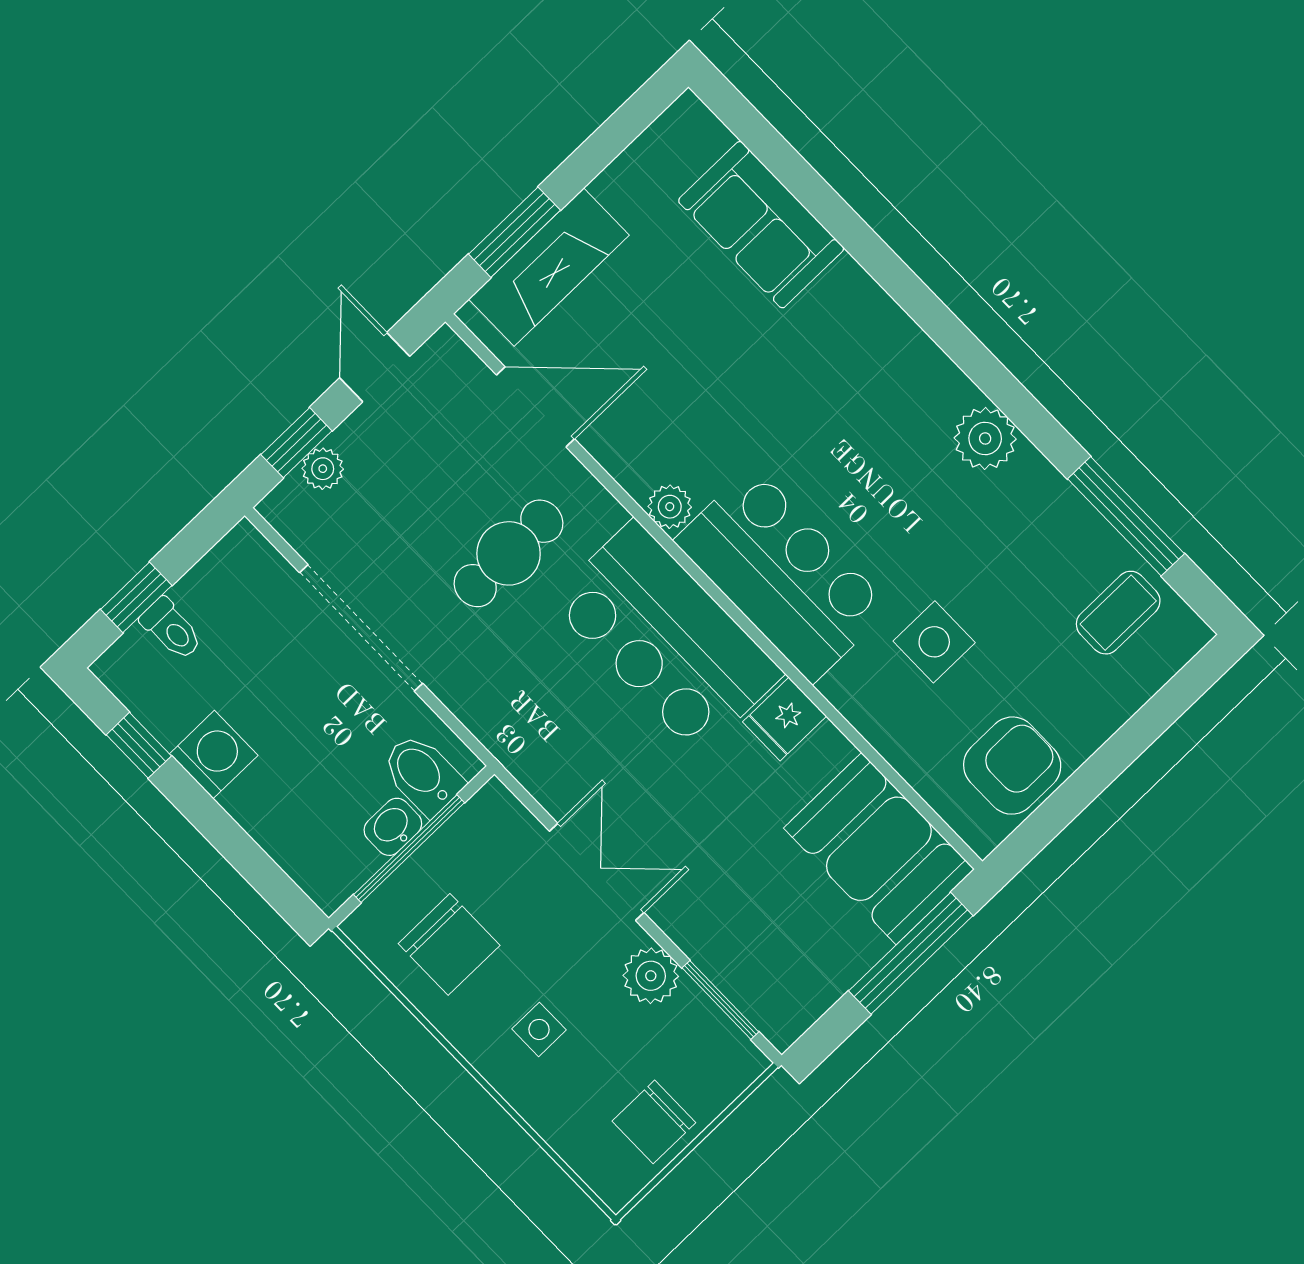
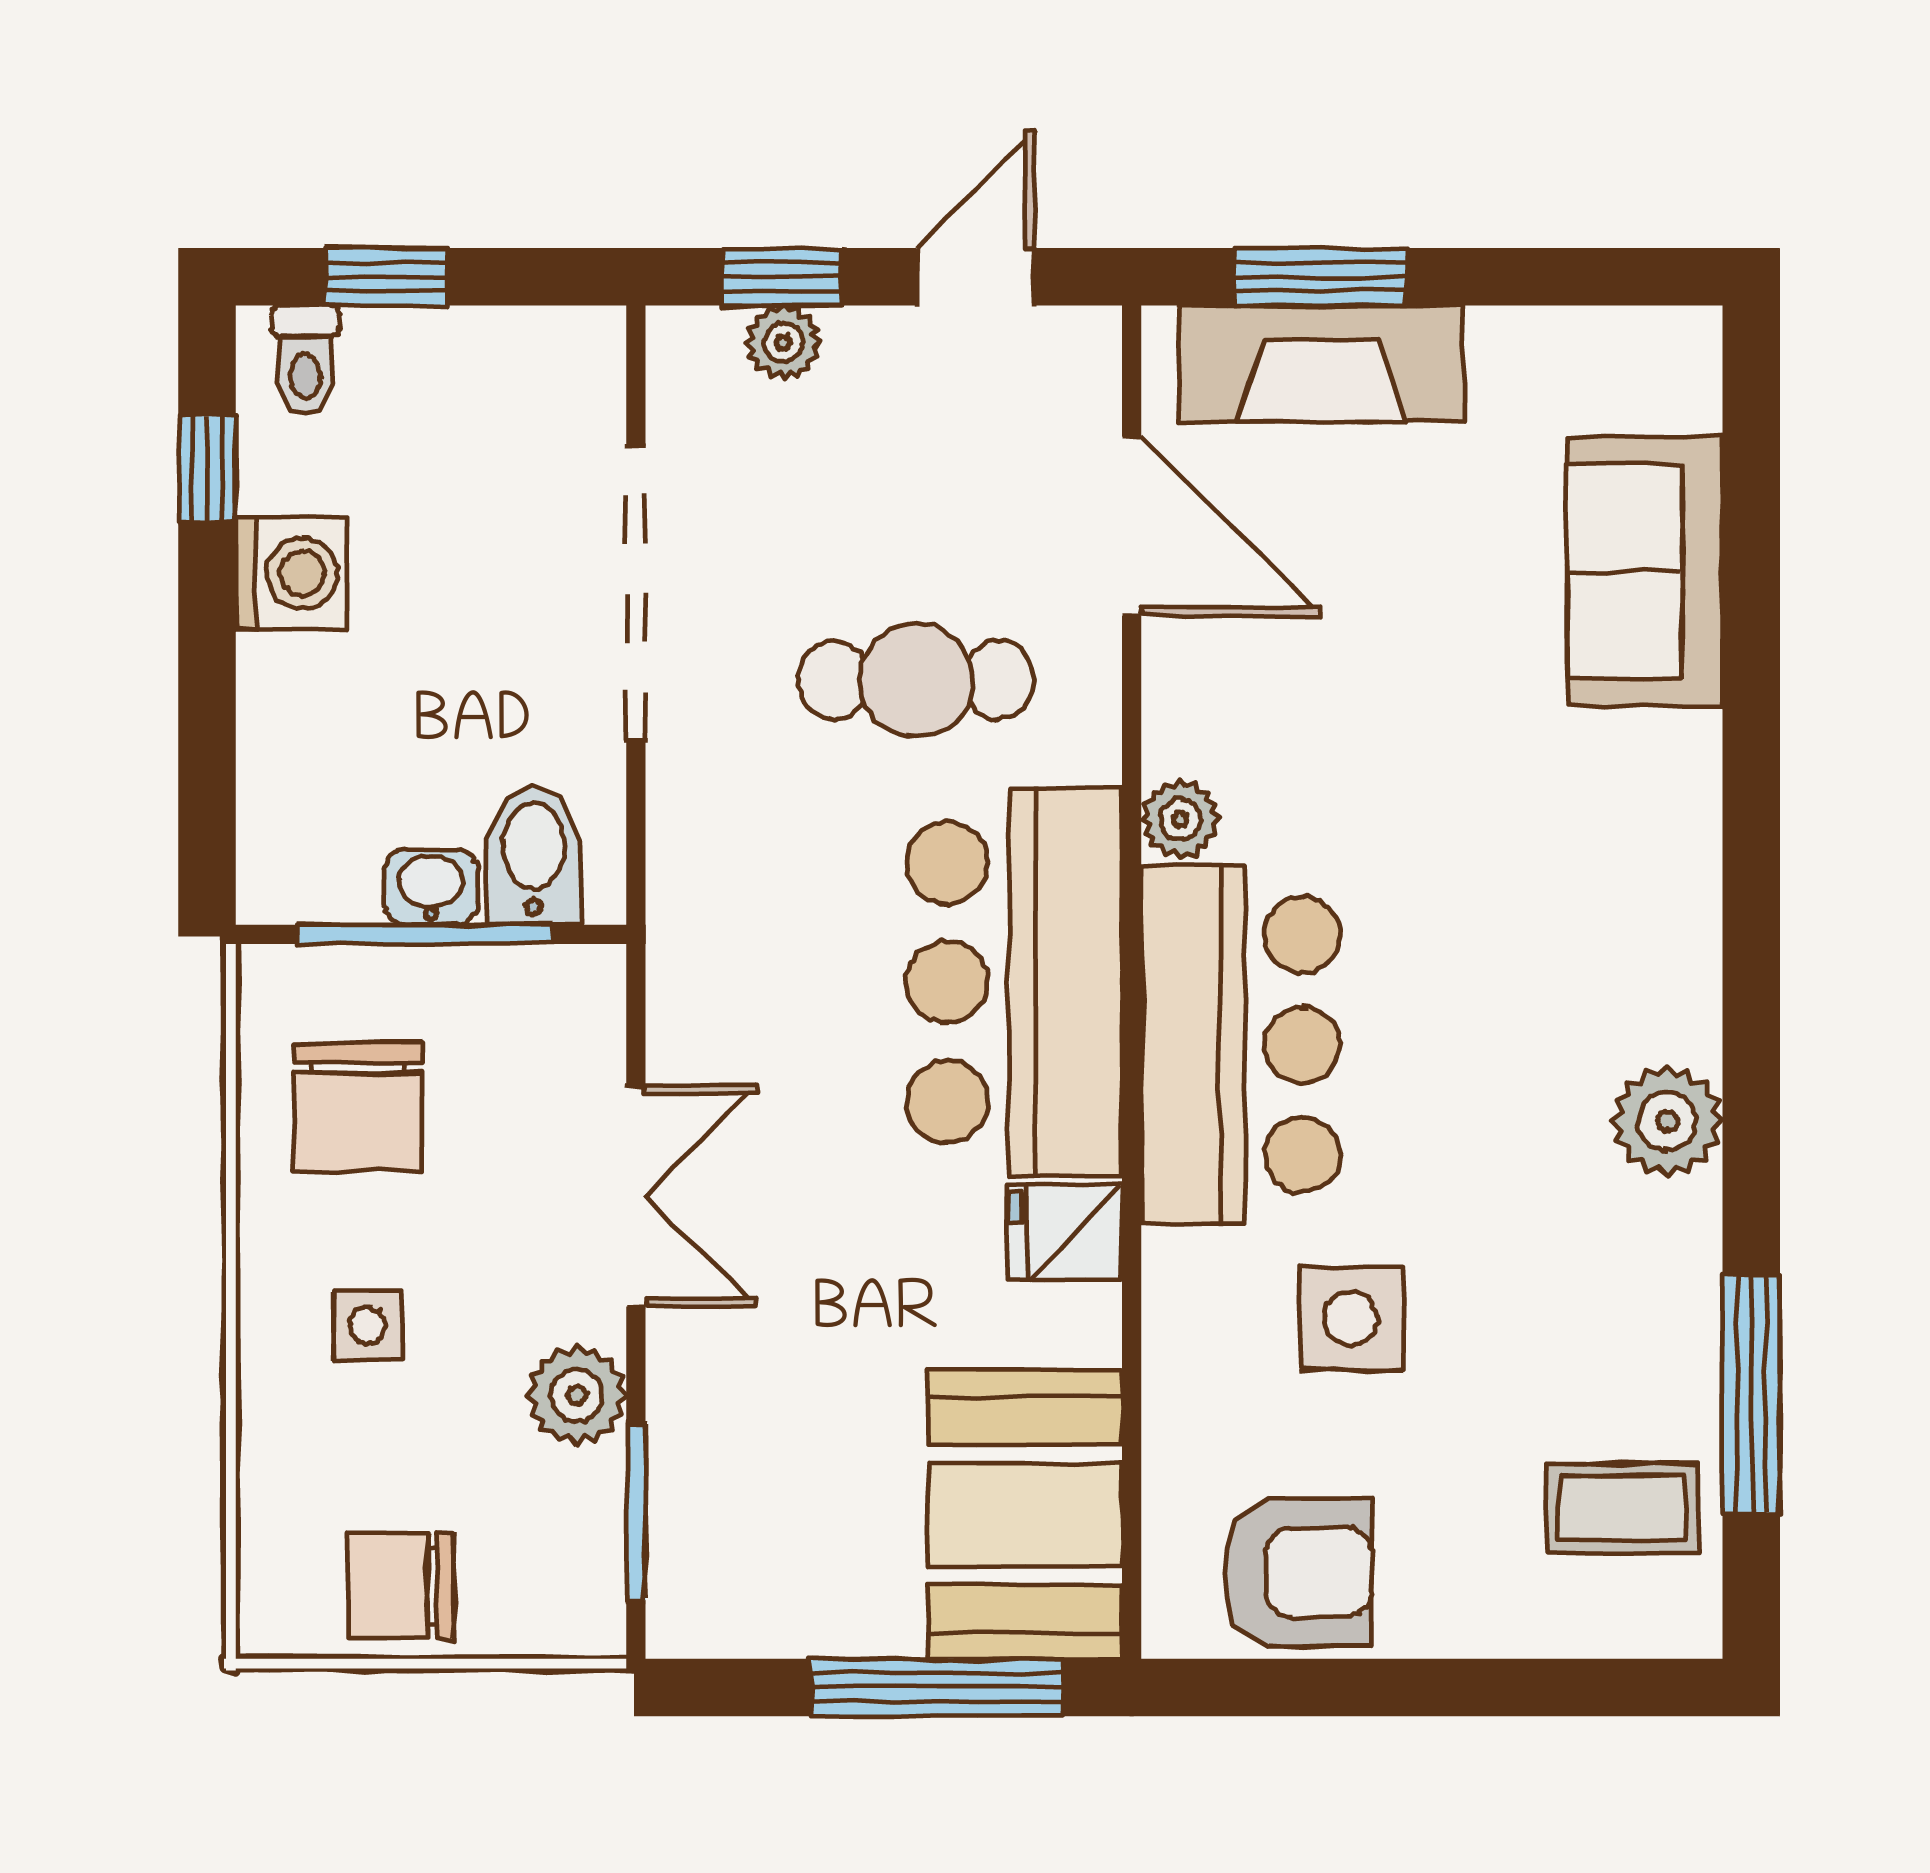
toilet: (172, 629) -> (305, 361), moved

